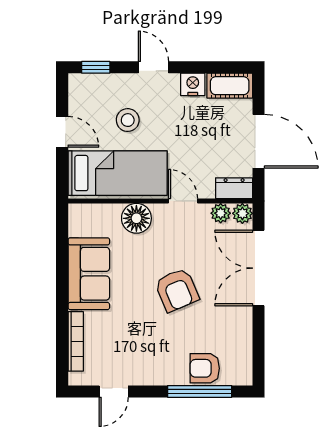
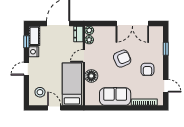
window: (96, 67) -> (26, 42), moved
stool: (128, 120) -> (40, 92), moved
door: (62, 132) -> (54, 108), hinge flipped
double door: (258, 268) -> (132, 23), moved
armchair: (205, 368) -> (147, 69), moved
window: (200, 391) -> (166, 49), width x0.46

